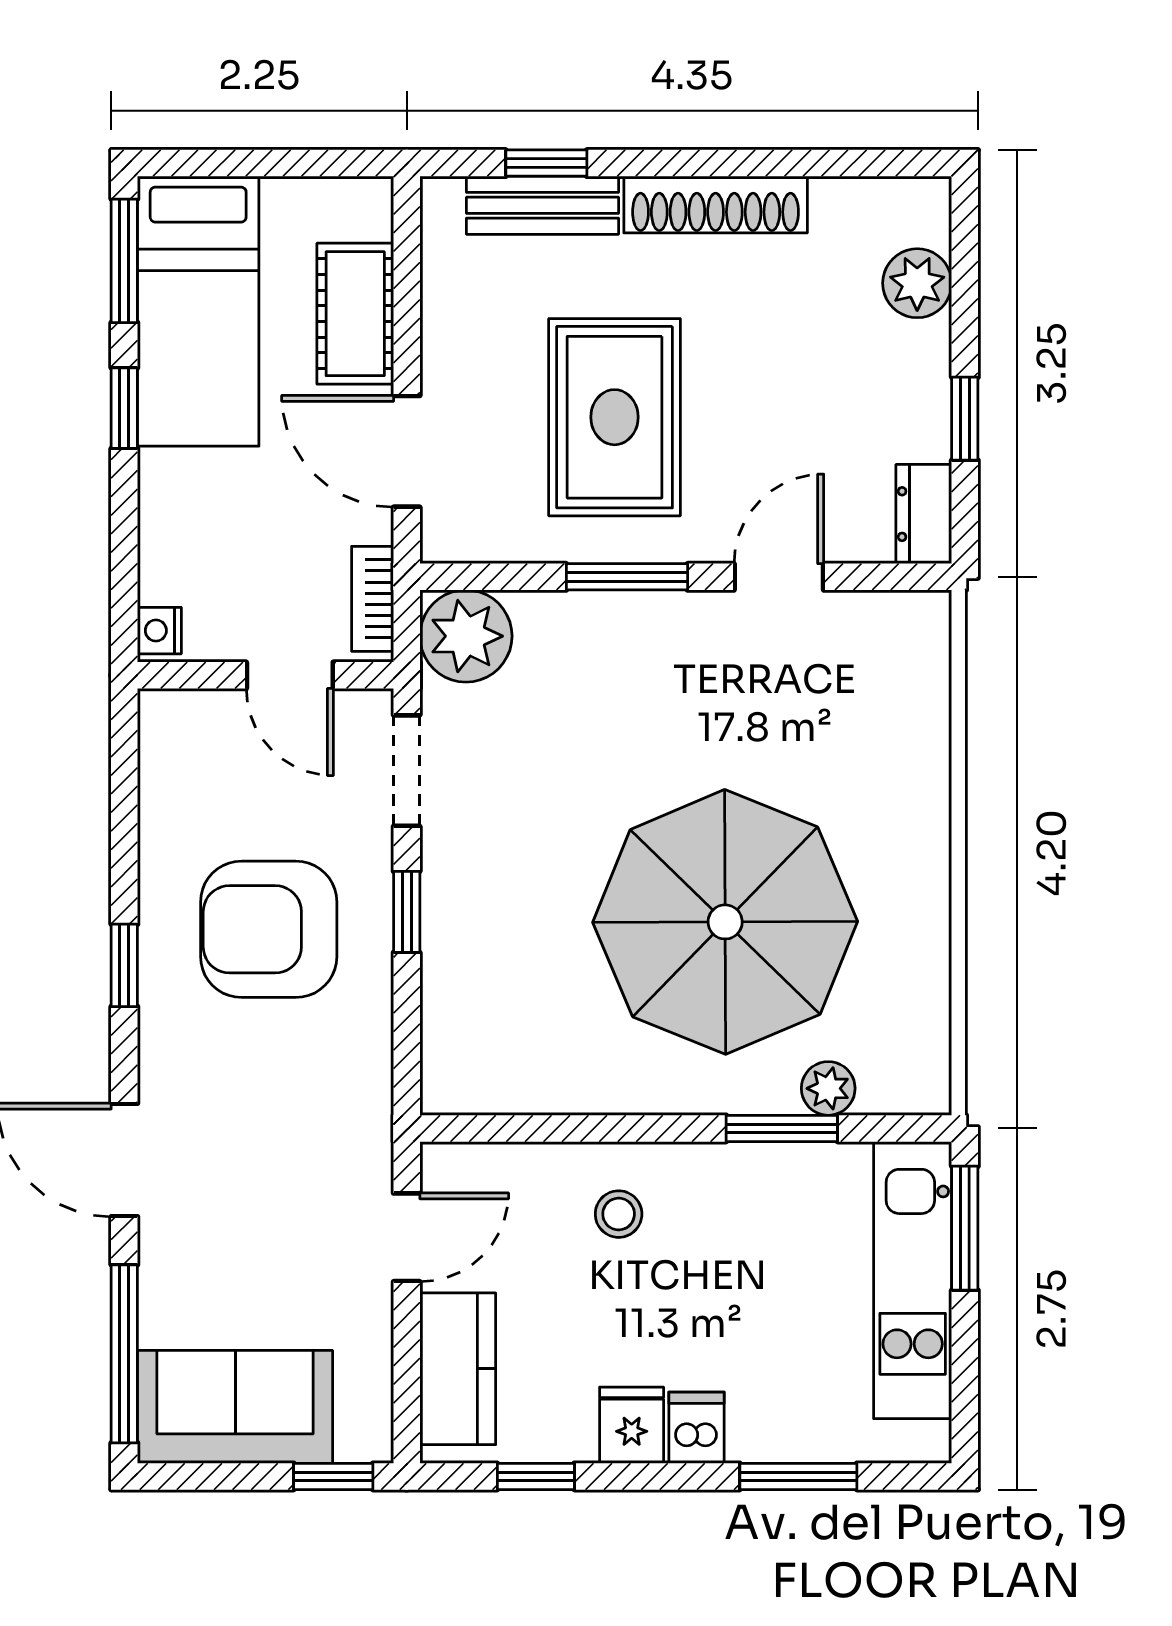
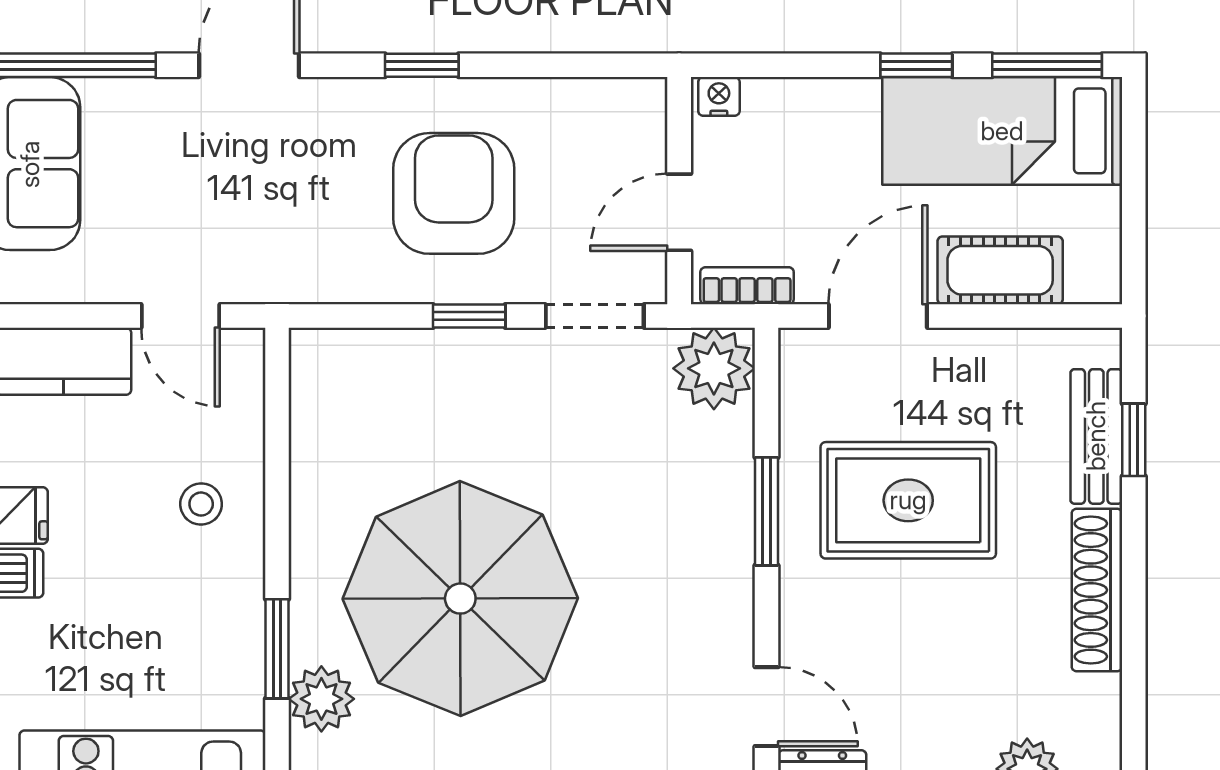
door: (779, 577) -> (767, 707), moved
plant: (828, 1088) -> (321, 699), width x1.38, depth x1.38

